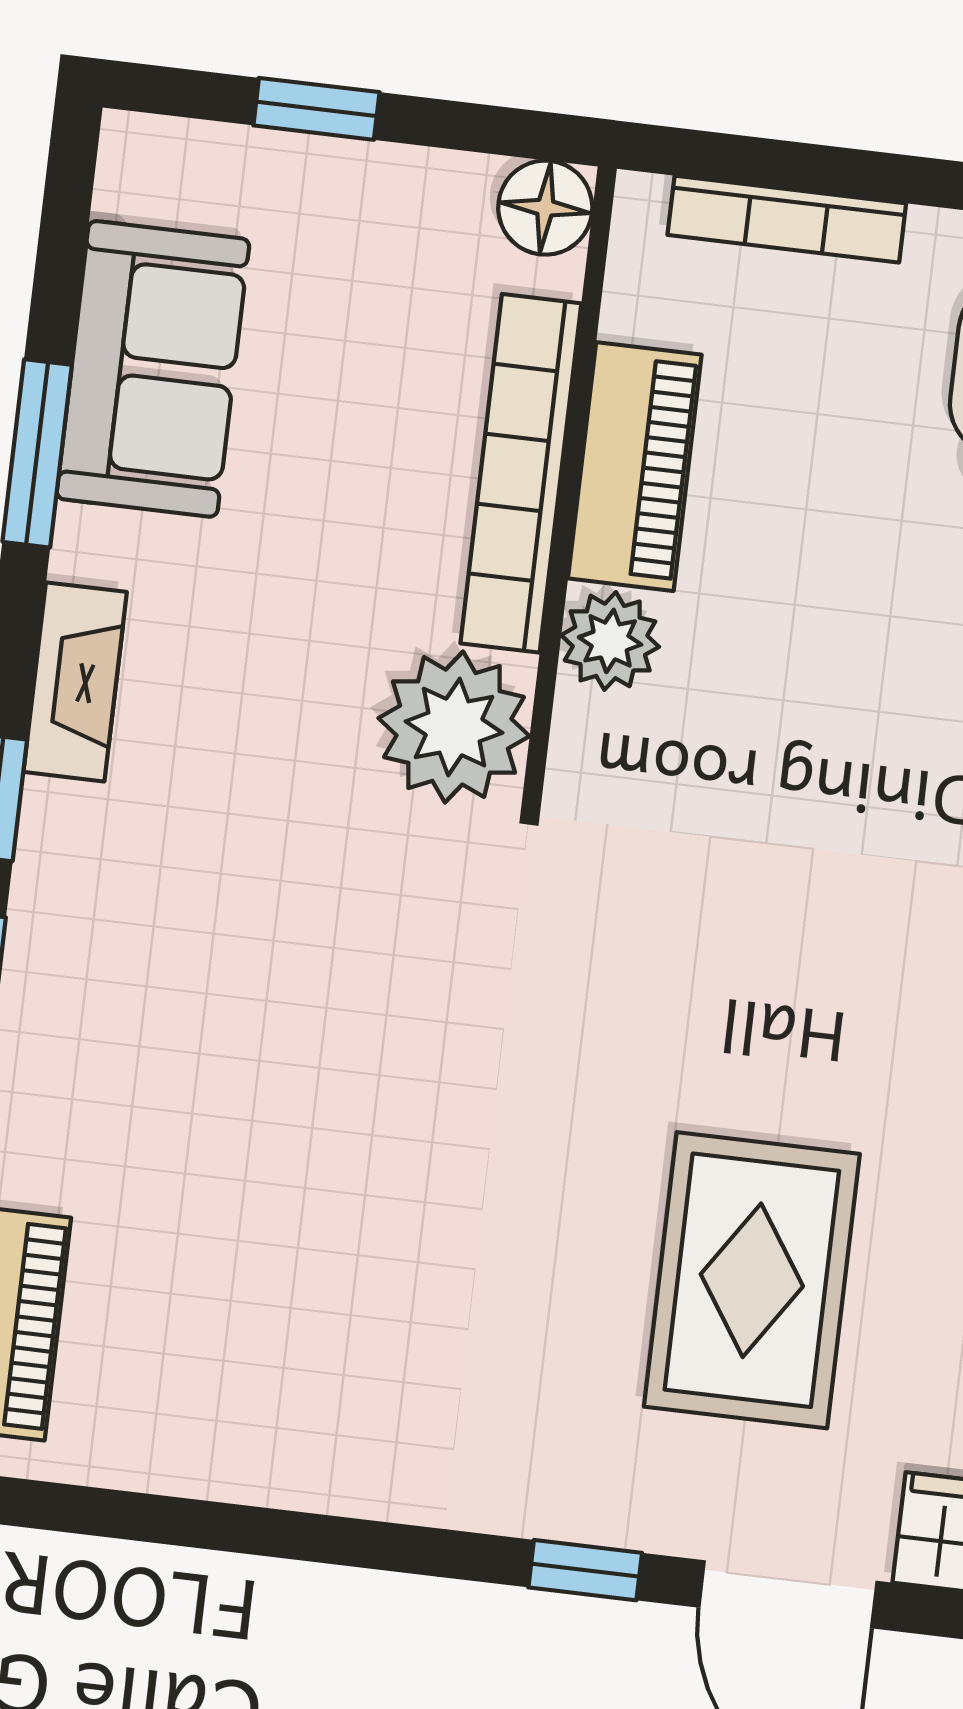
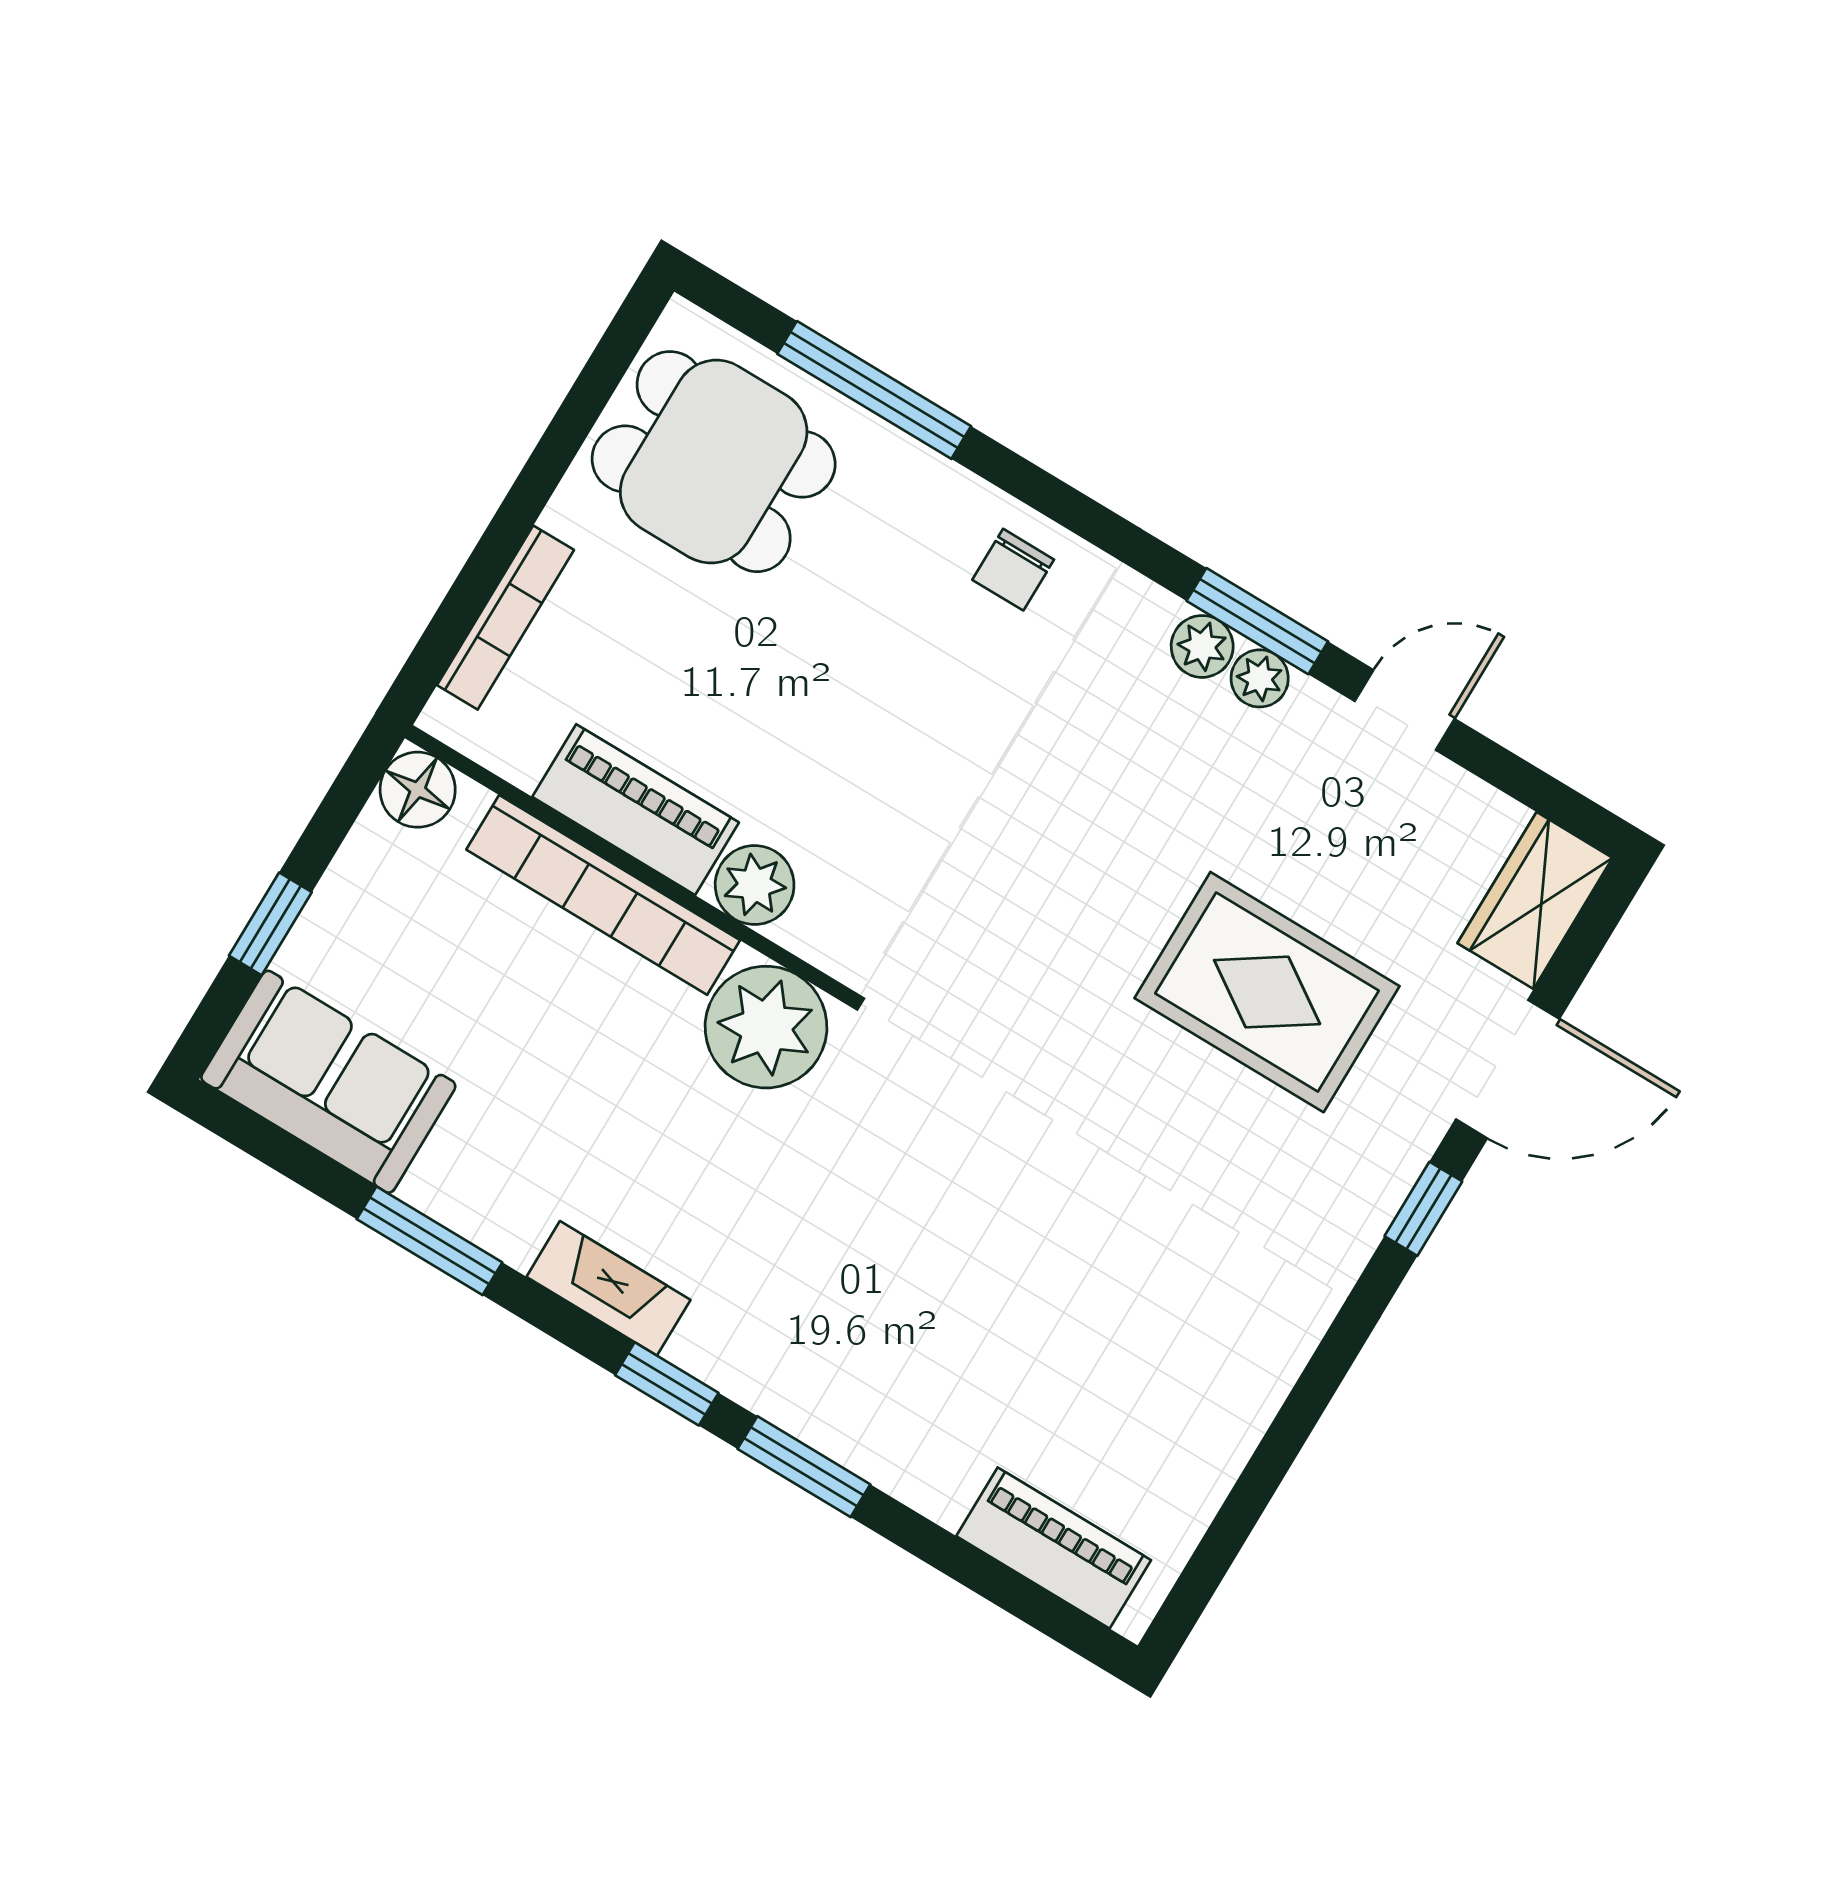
sofa: (153, 369) -> (328, 1082), moved

